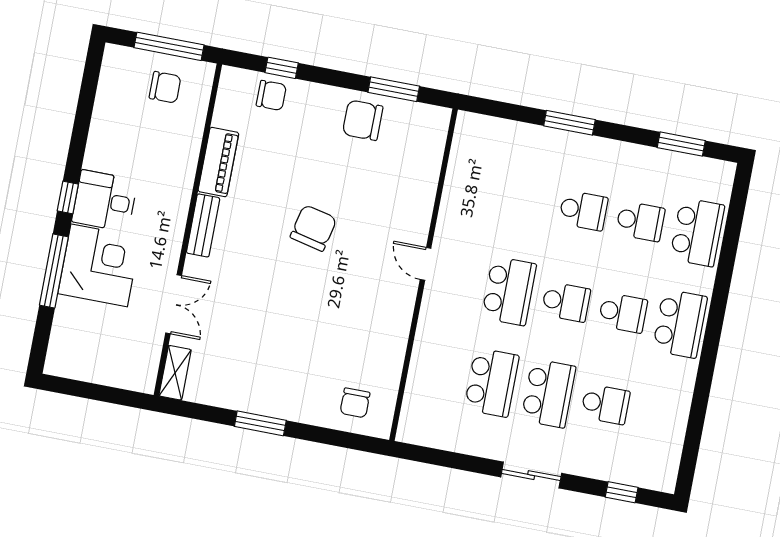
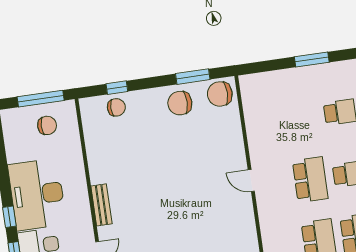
piano: (218, 162) -> (97, 161), removed
desk: (105, 201) -> (37, 194), width x1.87, depth x1.30
chair: (313, 228) -> (220, 94), moved, turned -103

